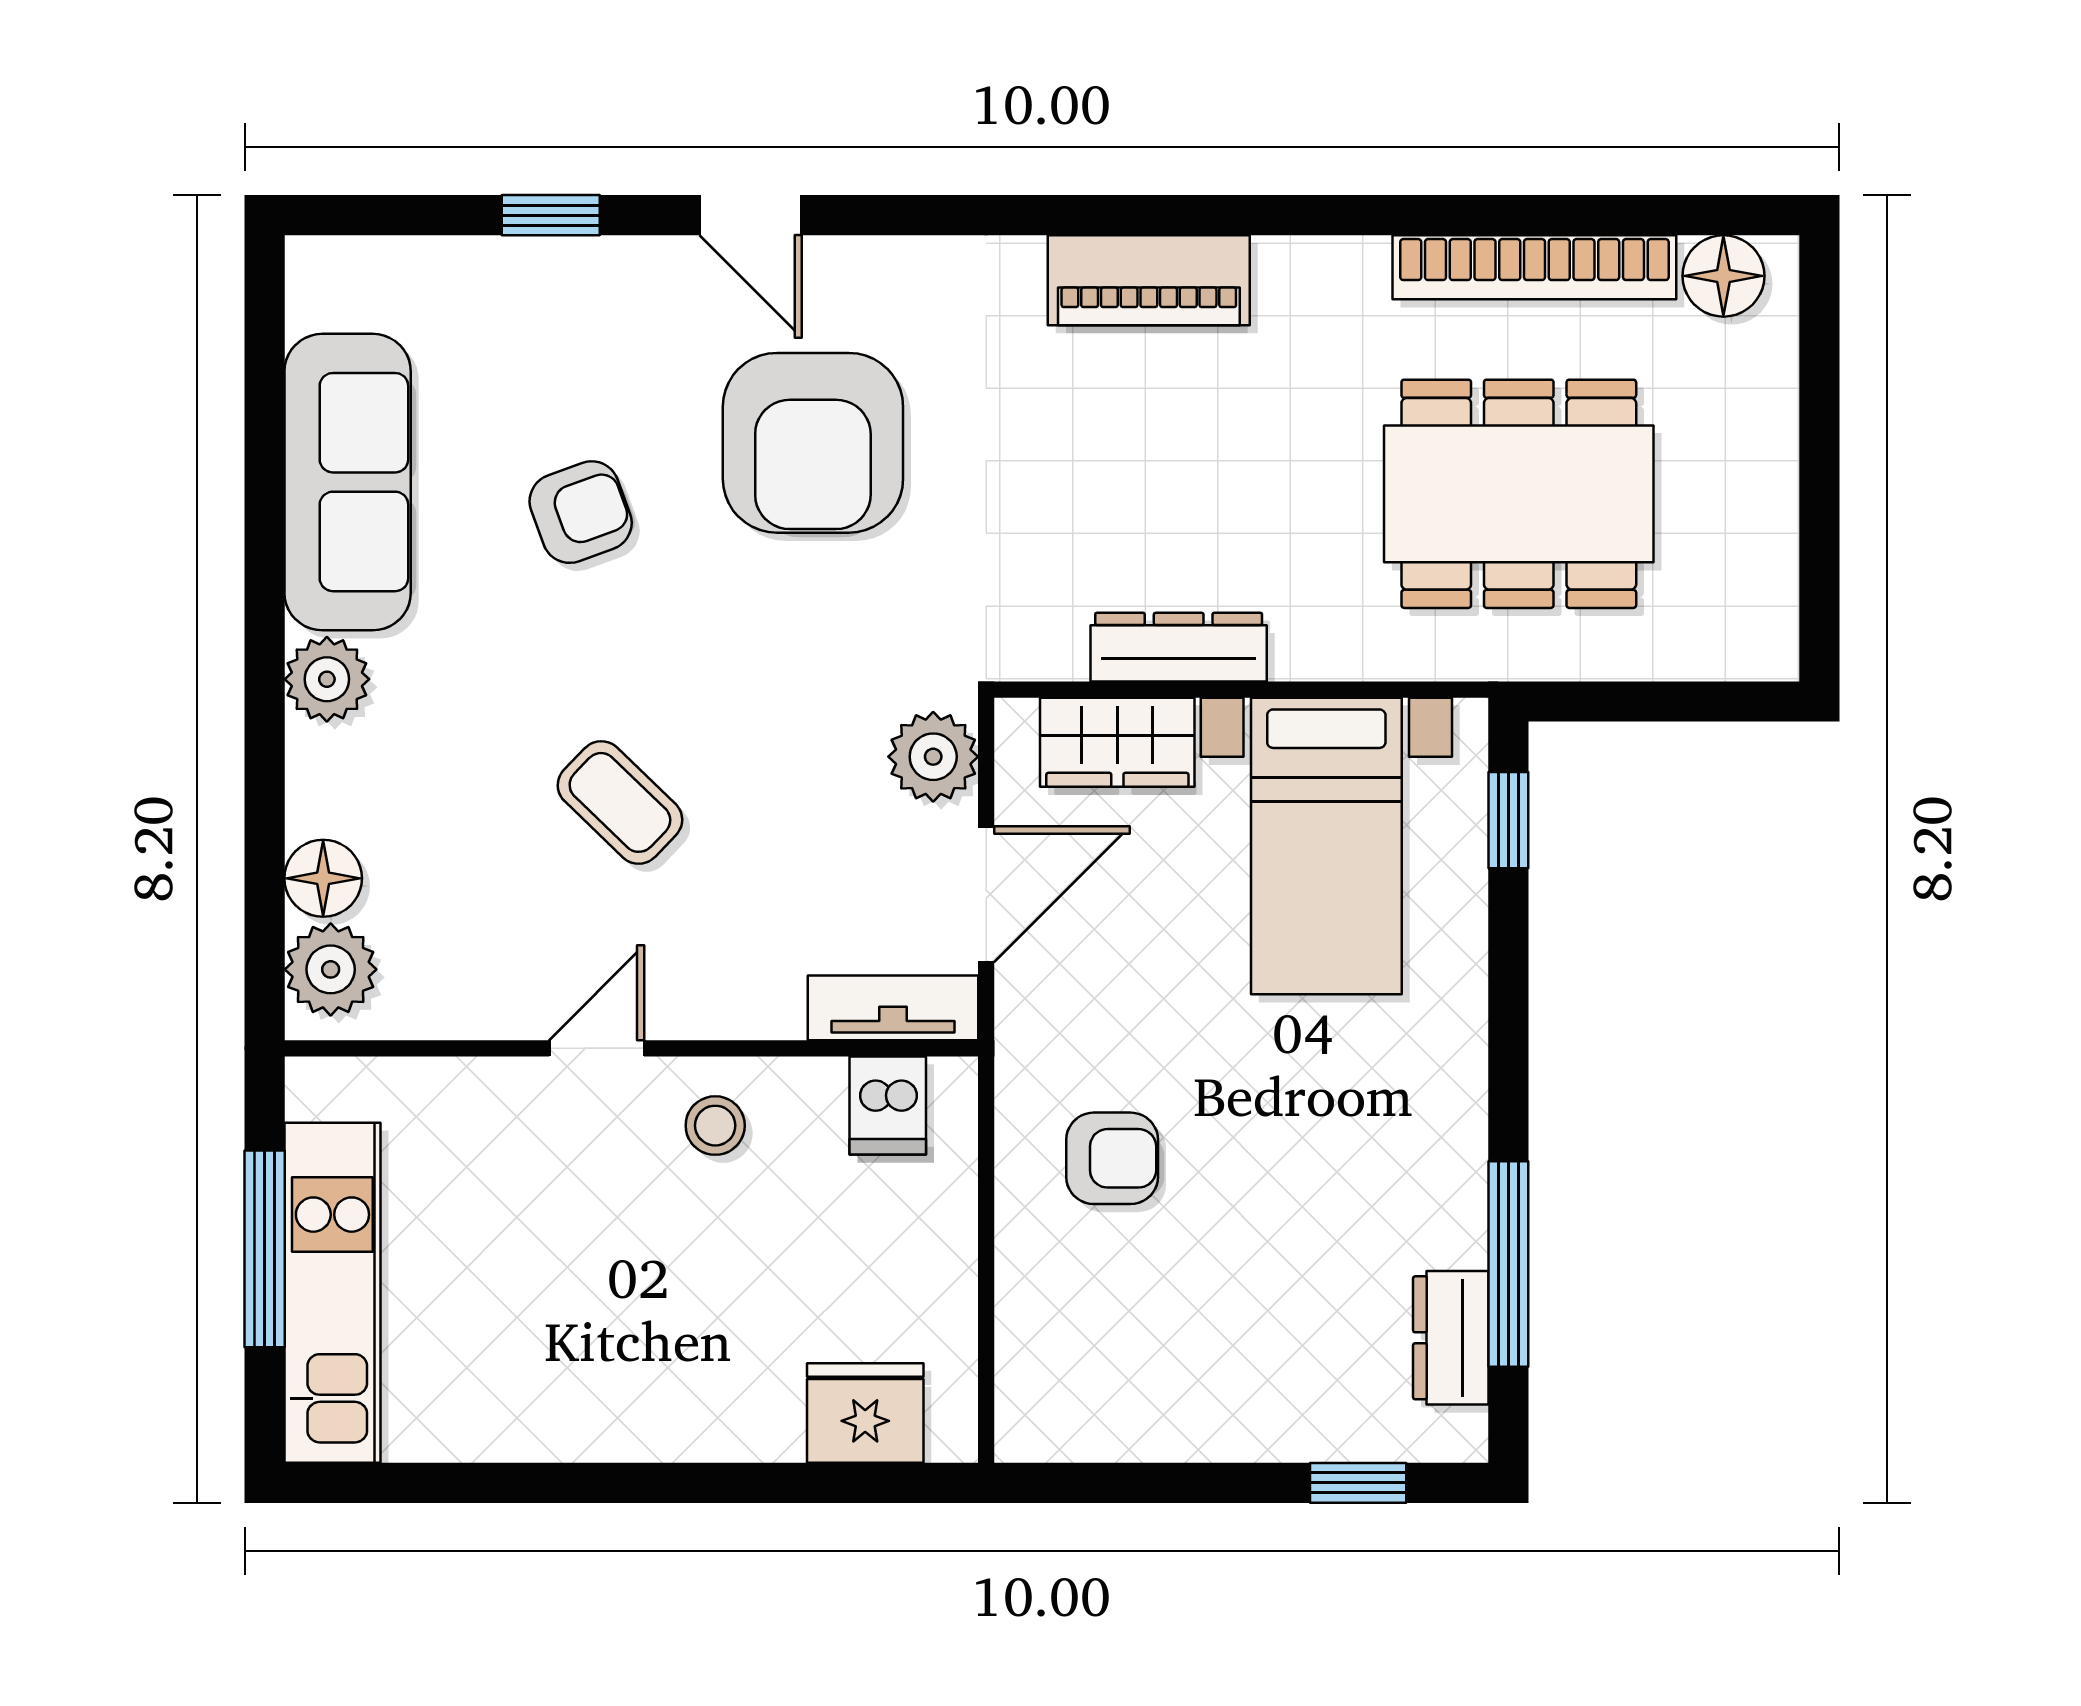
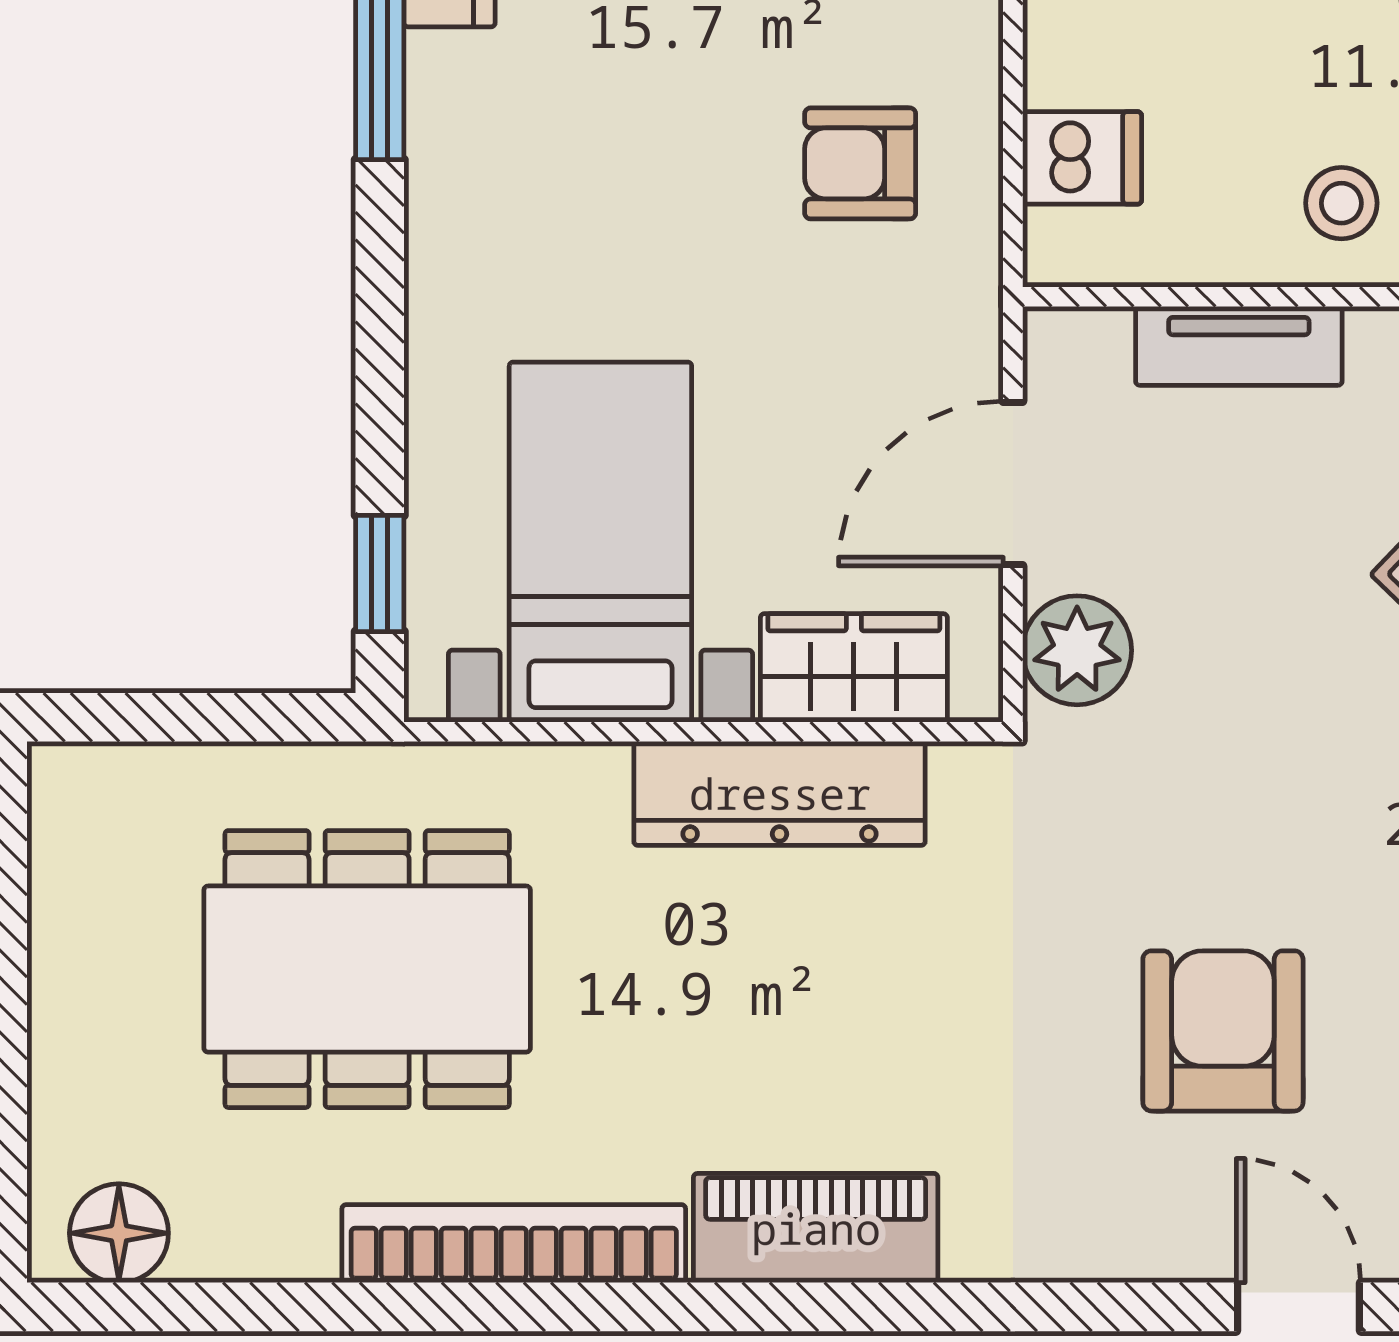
bookcase: (1534, 267) -> (514, 1244), moved
armchair: (813, 443) -> (1223, 1031), width x0.73, depth x0.73
dresser: (1179, 647) -> (780, 793), width x1.37, depth x1.24
tv unit: (893, 1008) -> (1239, 346), moved
dishwasher: (888, 1105) -> (1082, 158), moved, turned 90

